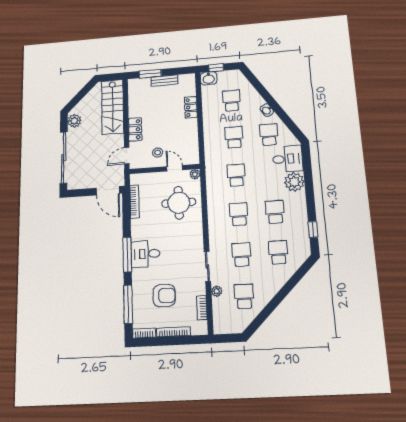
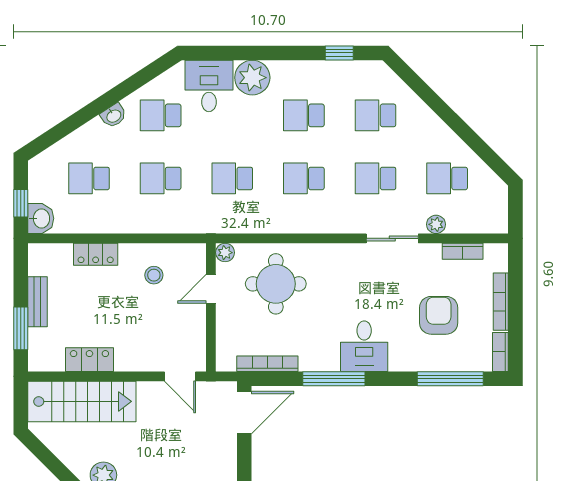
locker: (135, 129) -> (89, 360), moved
stool: (158, 153) -> (154, 275), moved
window: (127, 255) -> (334, 379), moved

